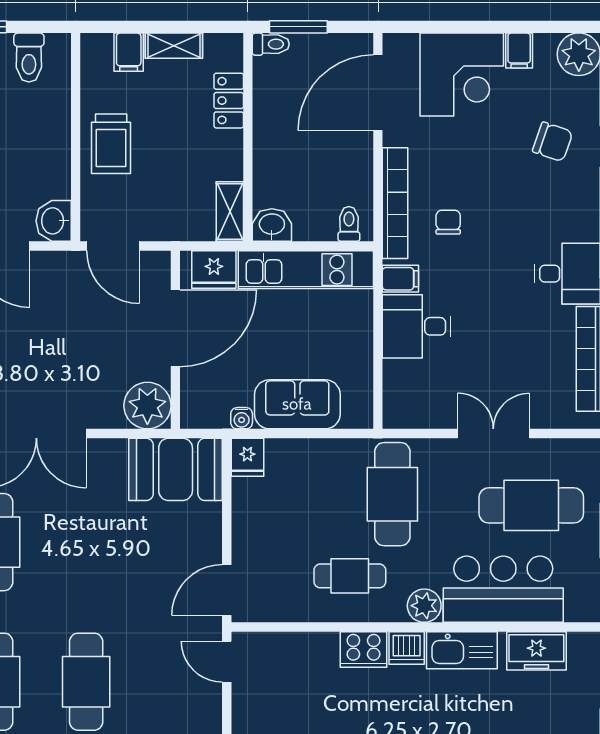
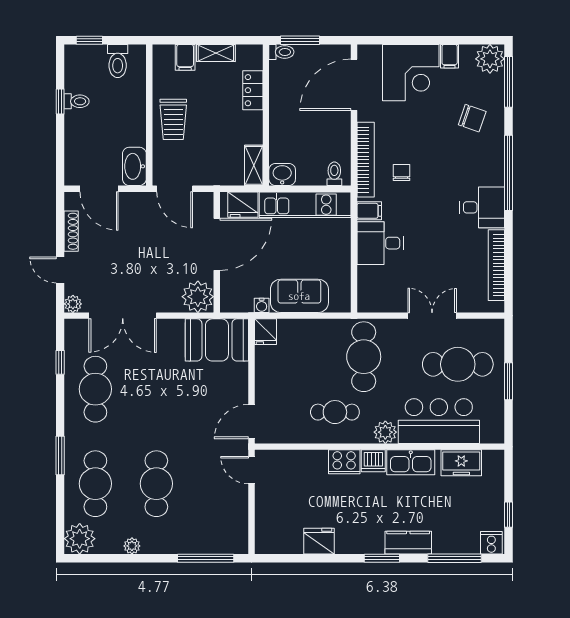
washbasin: (54, 221) -> (134, 166), width x1.38

